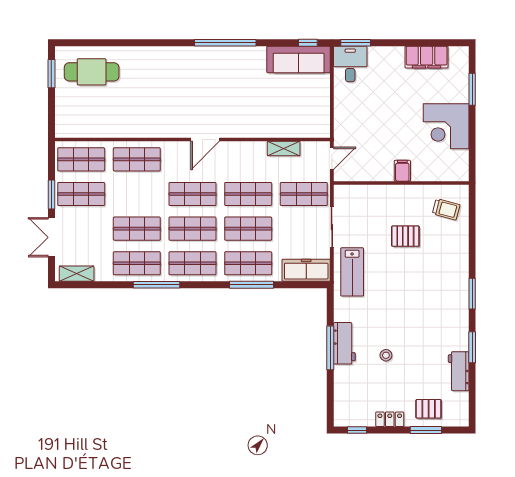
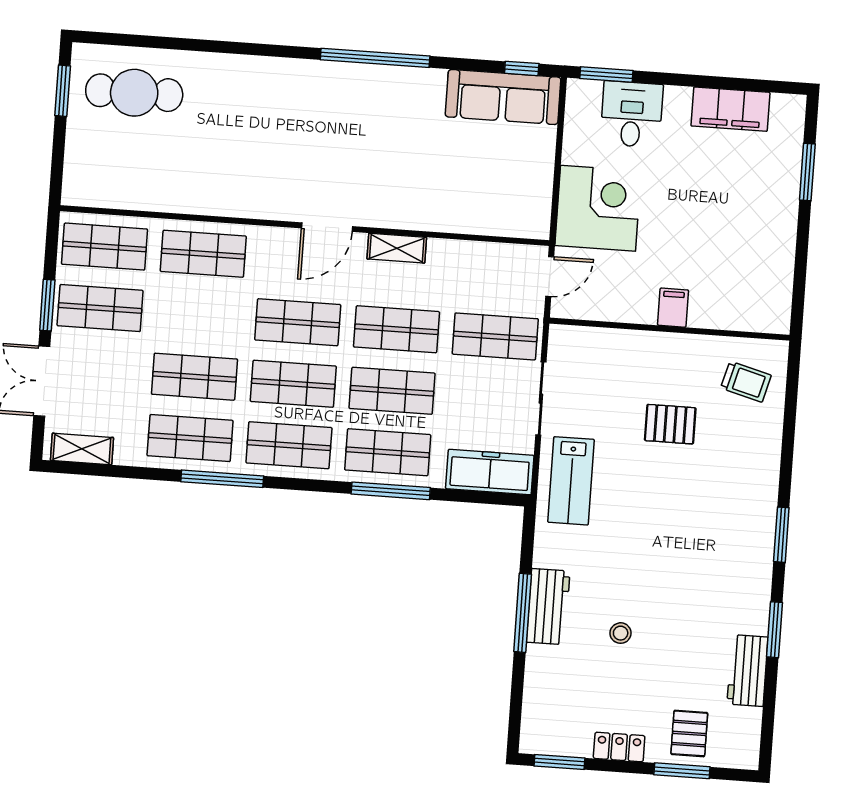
desk: (350, 64) -> (632, 114), moved
corner desk: (446, 126) -> (598, 208), moved, turned 180
shelving: (284, 149) -> (397, 248), moved
pallet: (429, 409) -> (689, 733), turned 90
window: (357, 430) -> (559, 762), width x1.50

